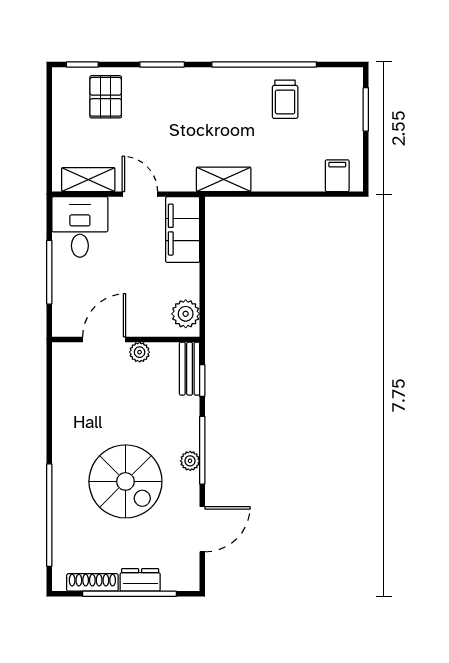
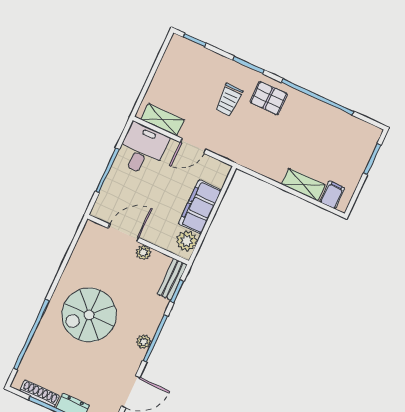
pallet: (106, 97) -> (269, 98), moved, turned 90
trolley: (285, 99) -> (229, 100), moved
shelving: (224, 179) -> (303, 185), moved
door: (140, 194) -> (193, 146), swing flipped
filing cabinet: (183, 230) -> (200, 207), moved
spiral stairs: (125, 481) -> (89, 315), moved, turned 90

